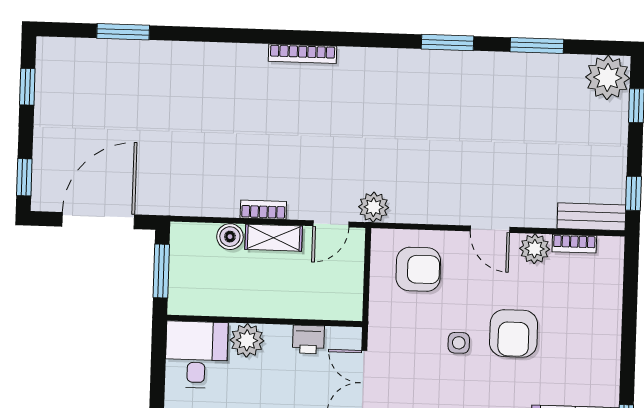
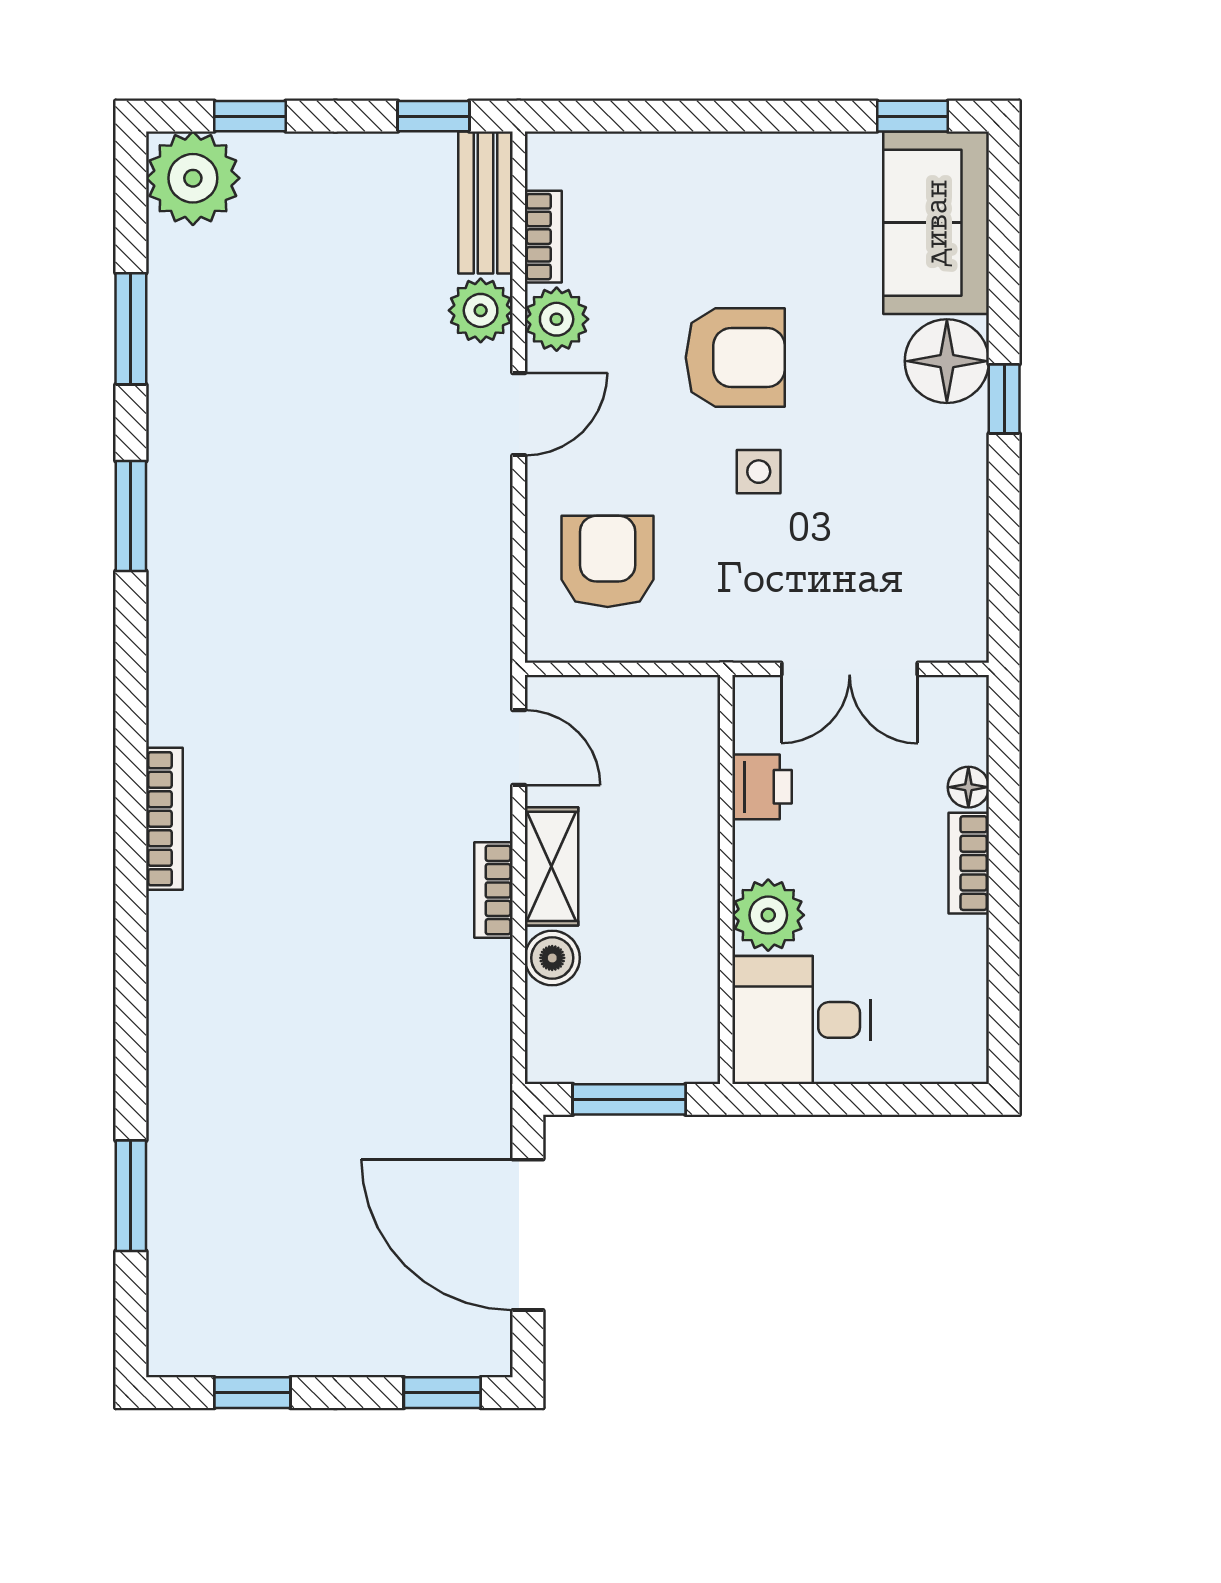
plant: (374, 207) -> (481, 310), moved

